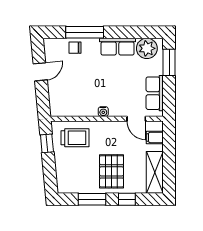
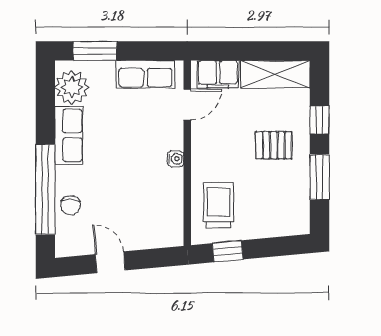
window: (85, 32) -> (45, 189), width x1.46
filing cabinet: (155, 137) -> (218, 74), width x2.00
pallet: (112, 171) -> (274, 145), width x0.67, depth x0.71

